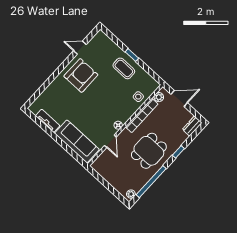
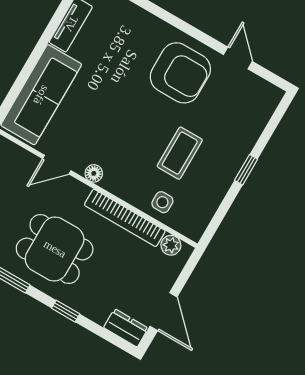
coffee table: (124, 68) -> (180, 153), moved
door: (179, 98) -> (164, 312), moved

